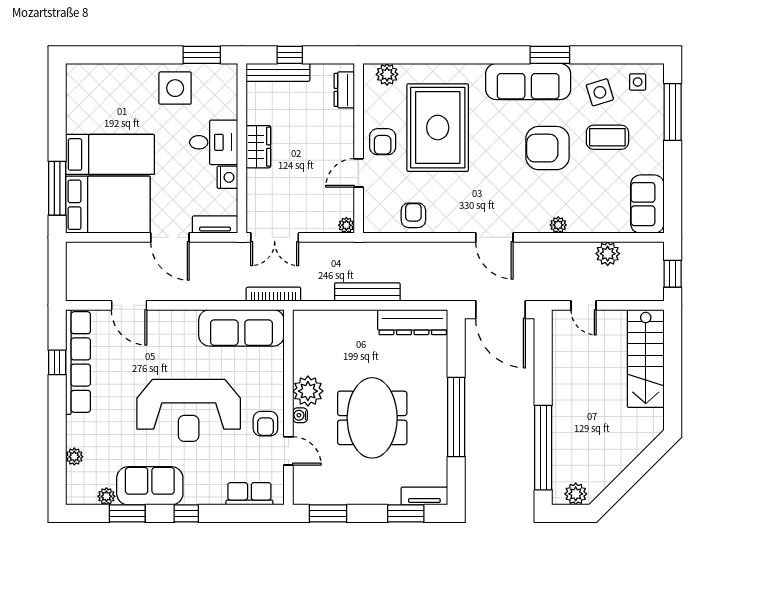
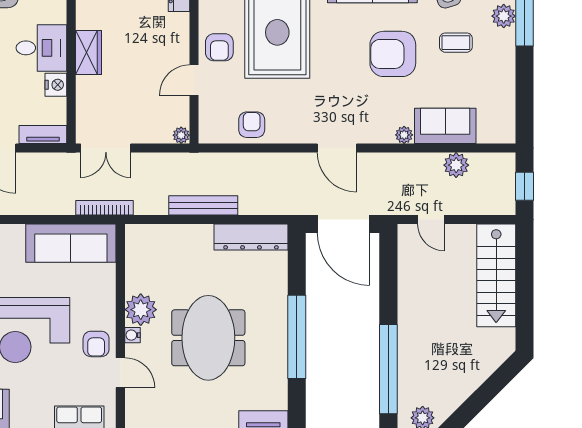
plant: (653, 112) -> (504, 16), added
coffee table: (607, 137) -> (456, 43), width x0.73, depth x0.77
sofa: (647, 204) -> (445, 126), moved, turned 90

